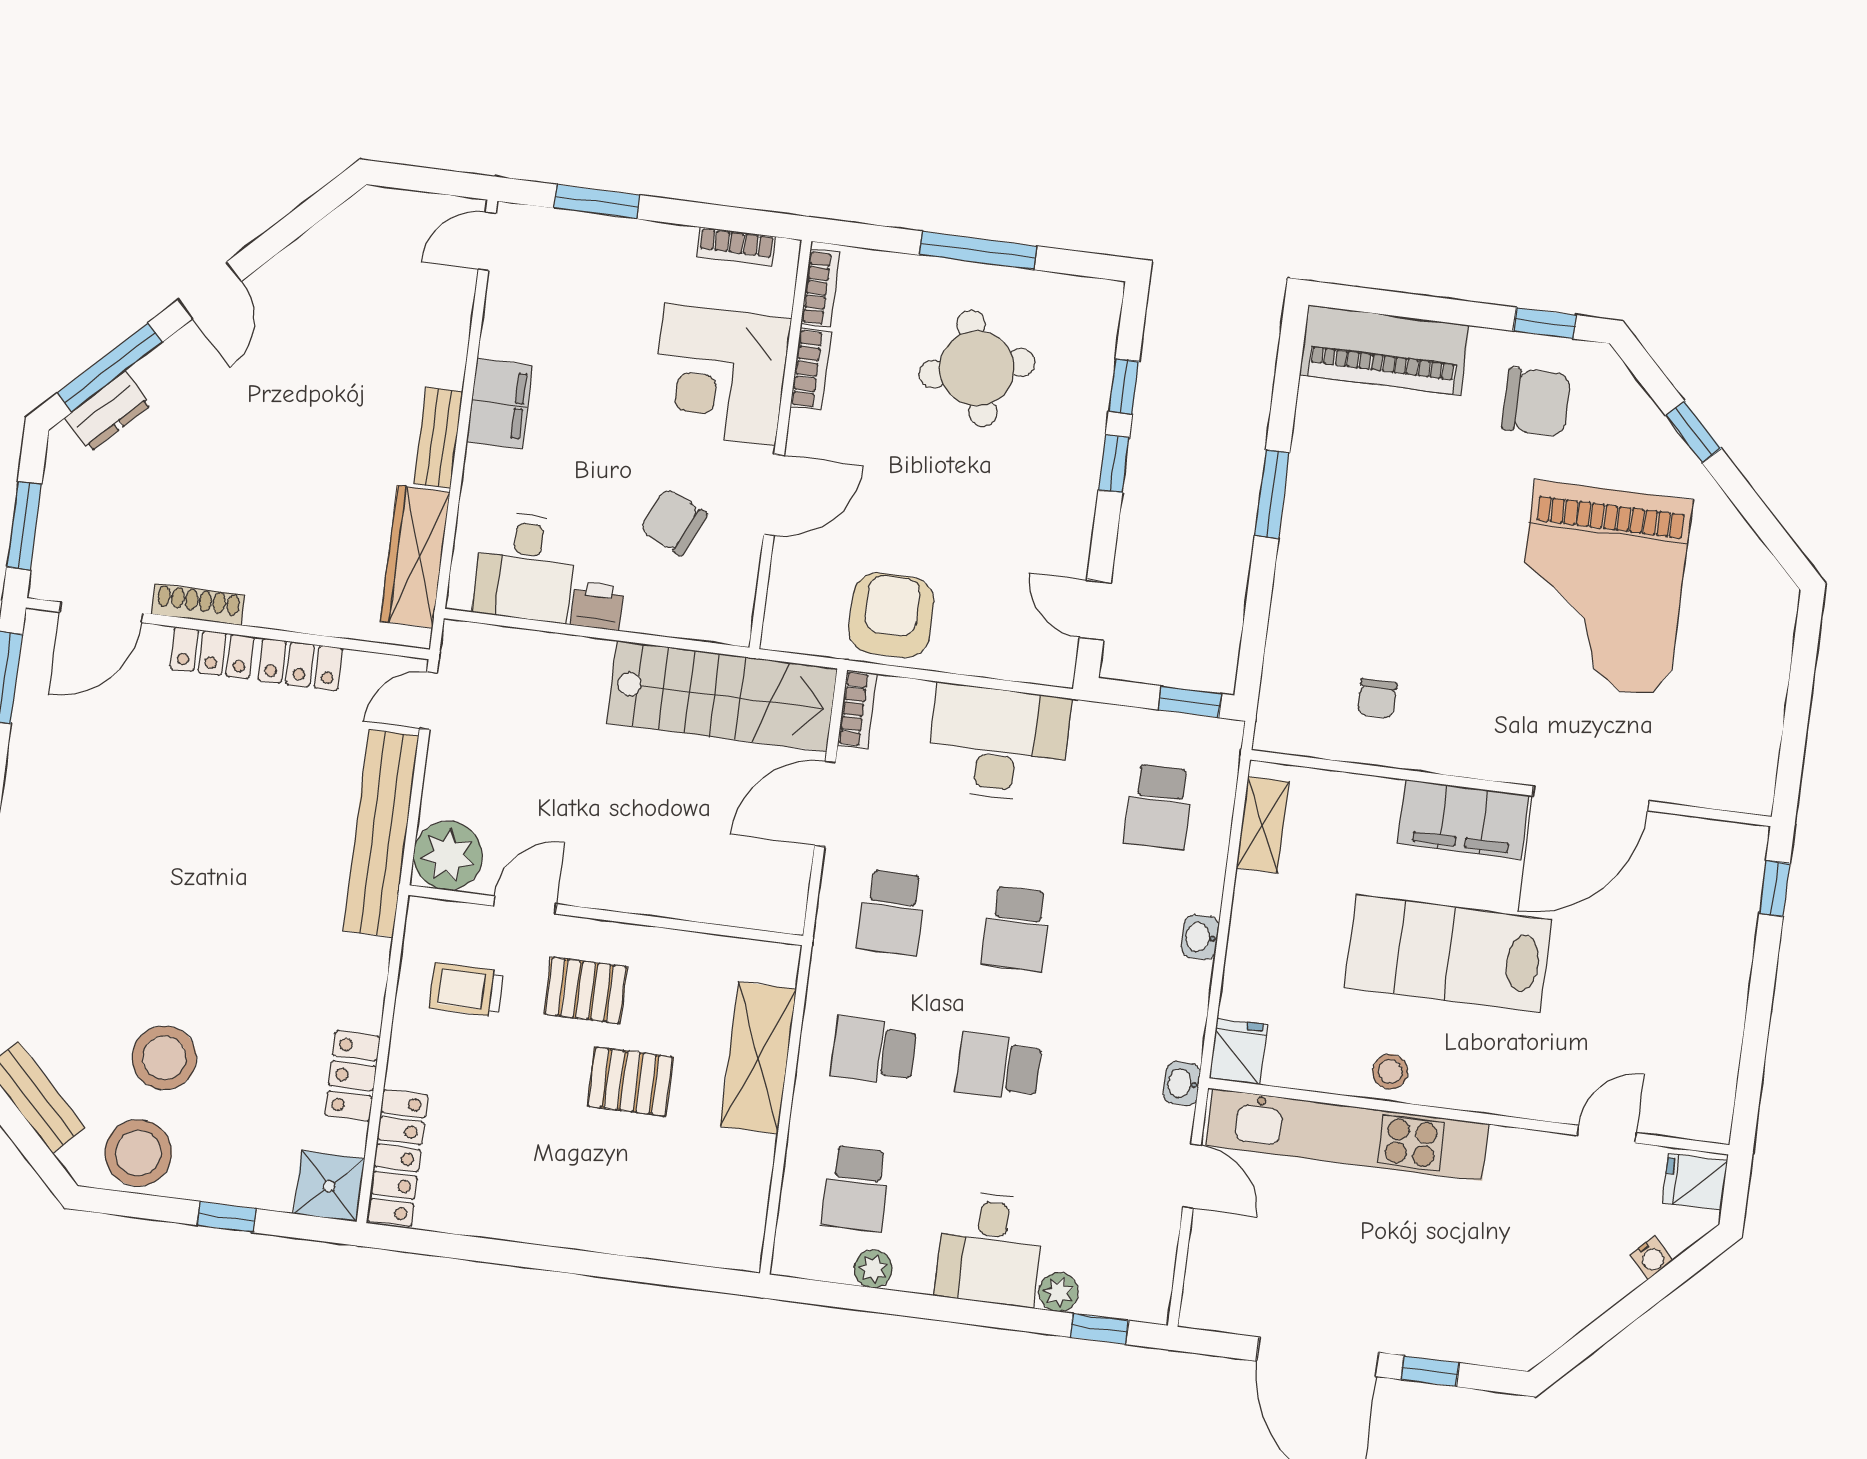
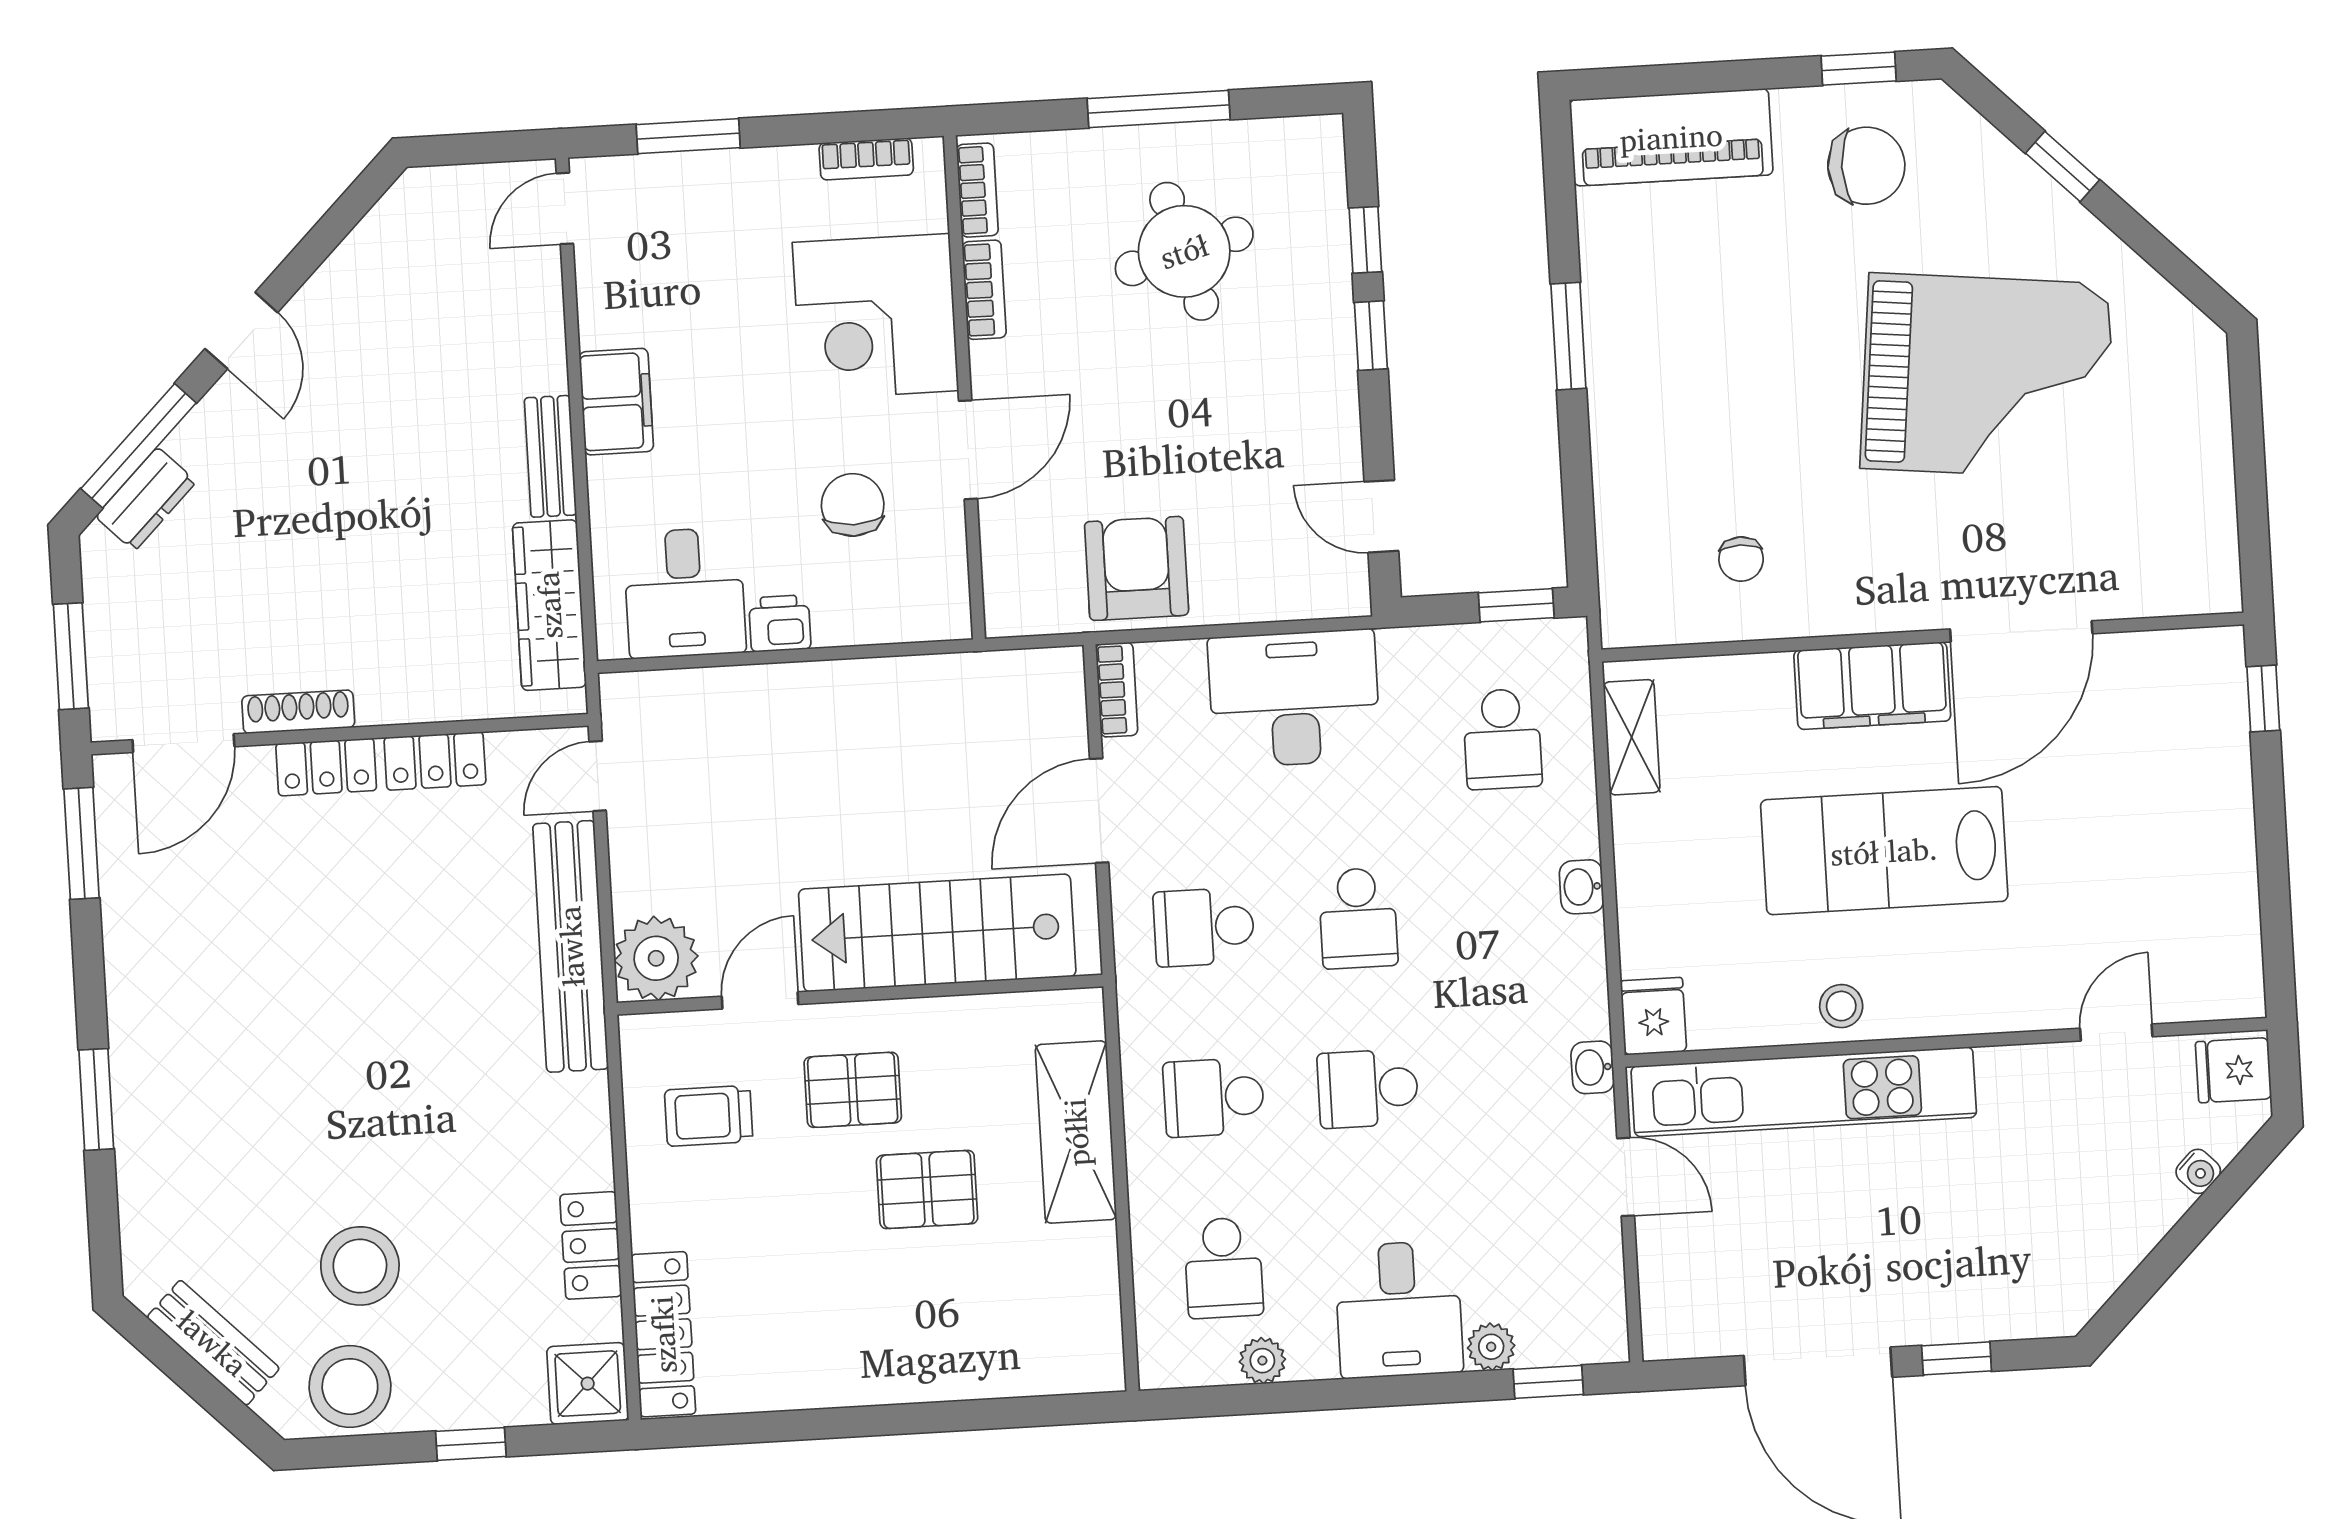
chair: (673, 522) -> (853, 505), turned 65
grand piano: (1601, 589) -> (1987, 376), turned -84
stairs: (722, 696) -> (937, 933), moved, turned 180
school desk: (891, 913) -> (1204, 927), turned 90

